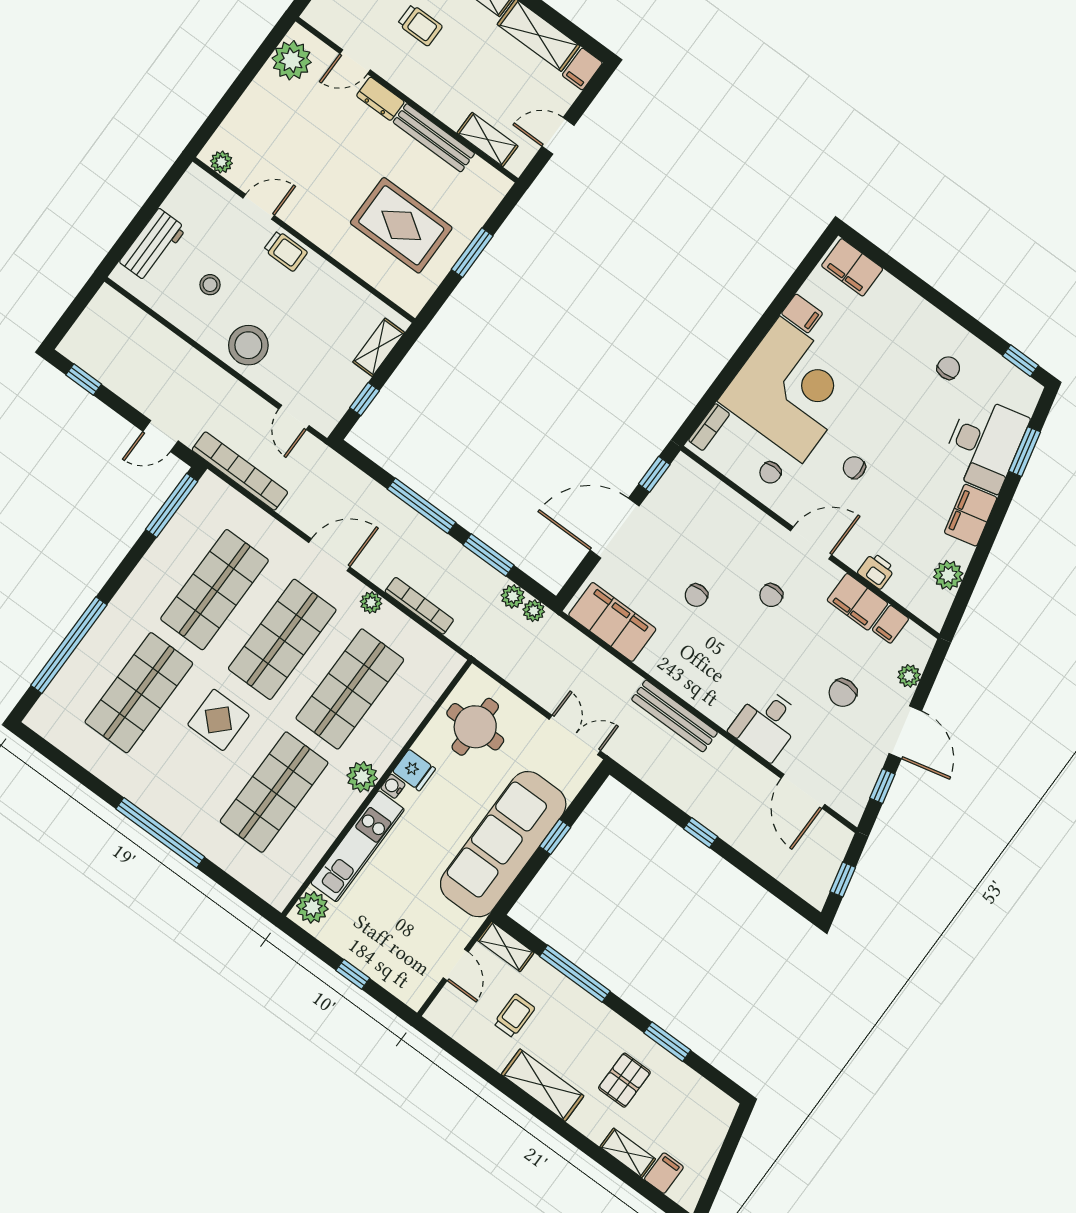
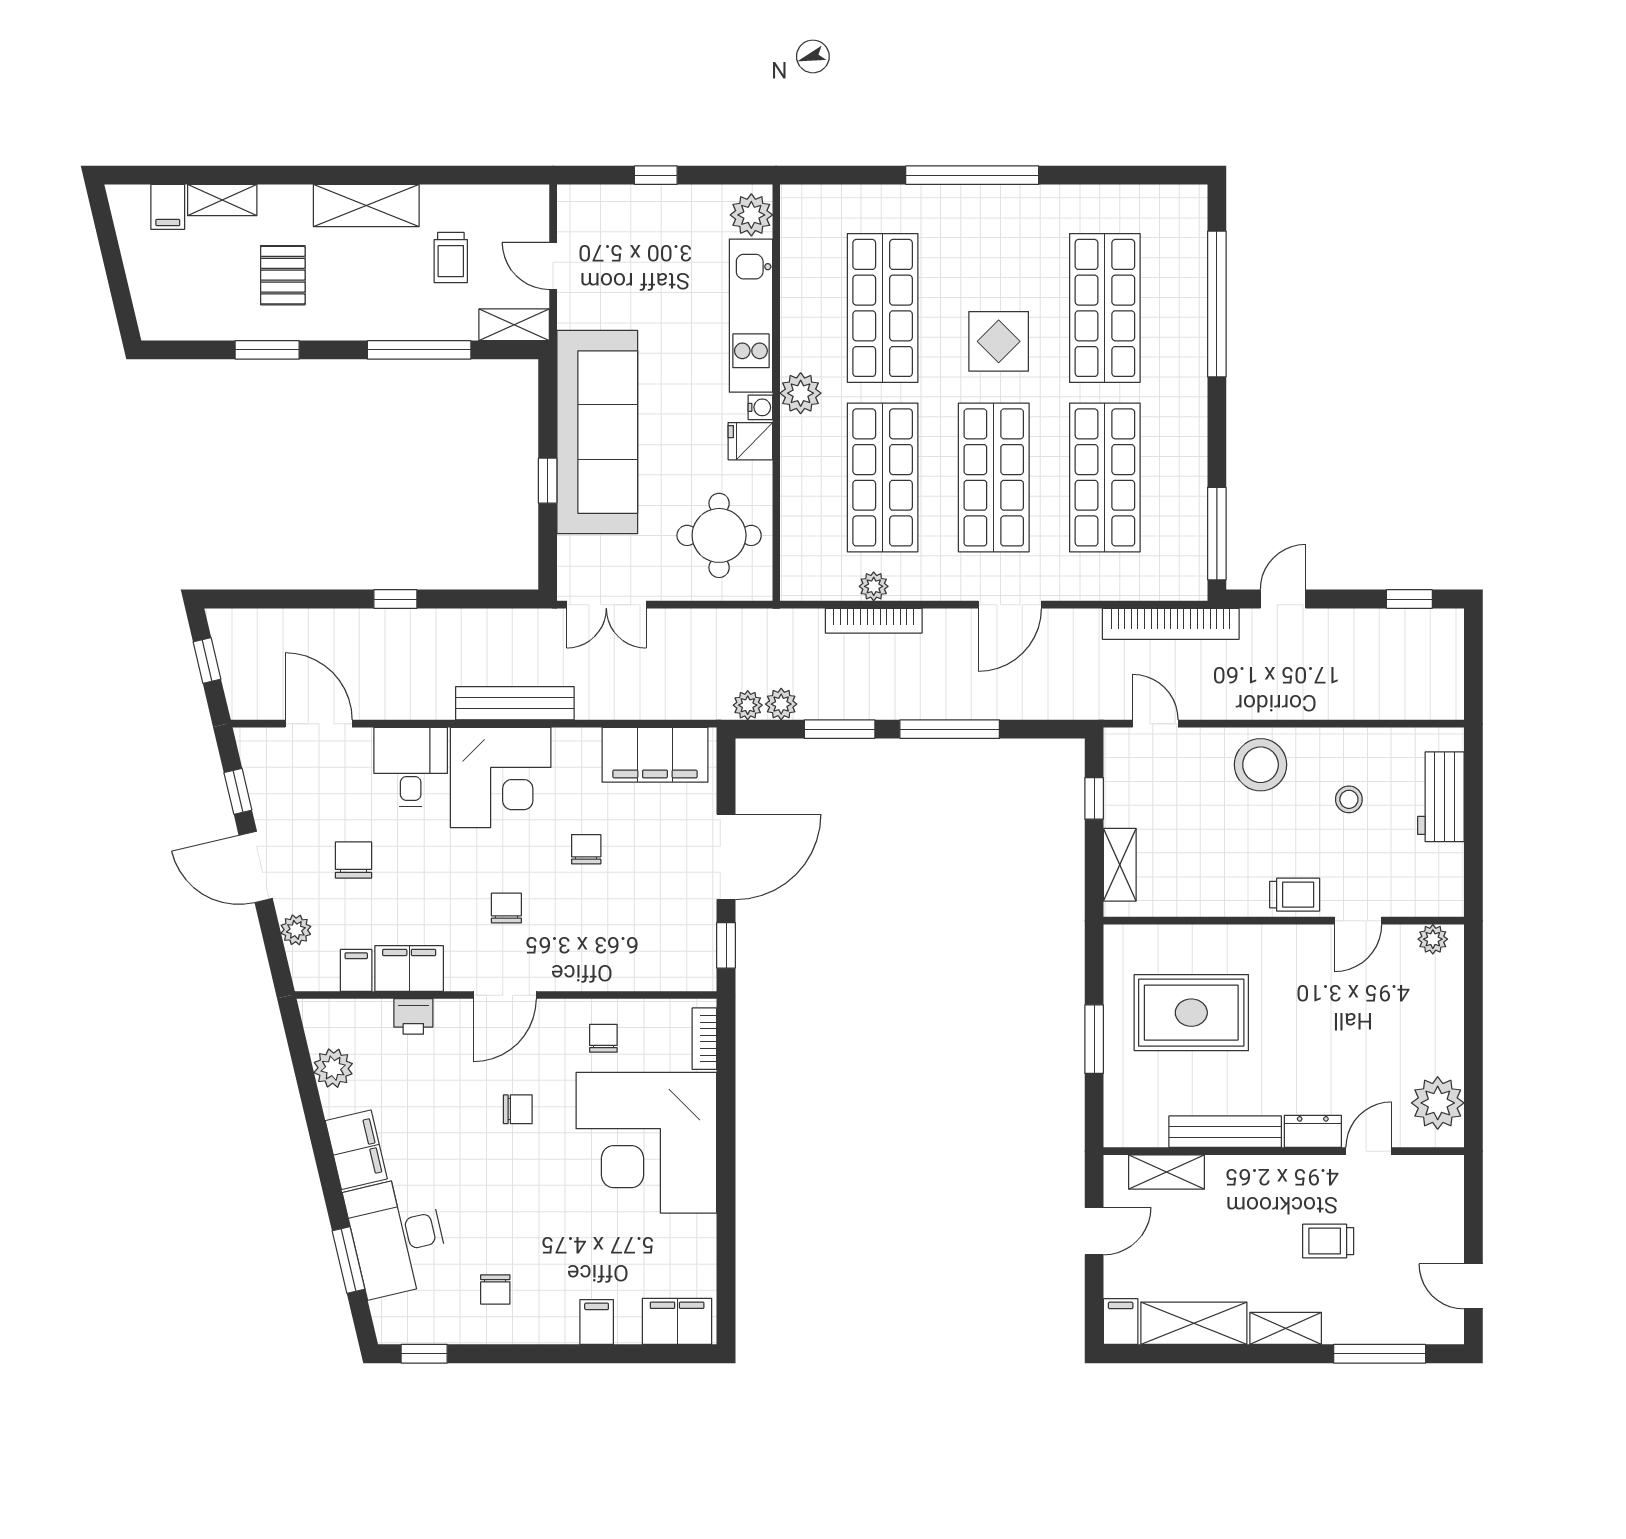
trolley: (286, 251) -> (1295, 895), turned 180
filing cabinet: (802, 313) -> (597, 1322), moved, turned 90
plant: (371, 603) -> (874, 586), moved
corner desk: (716, 677) -> (501, 778), added

